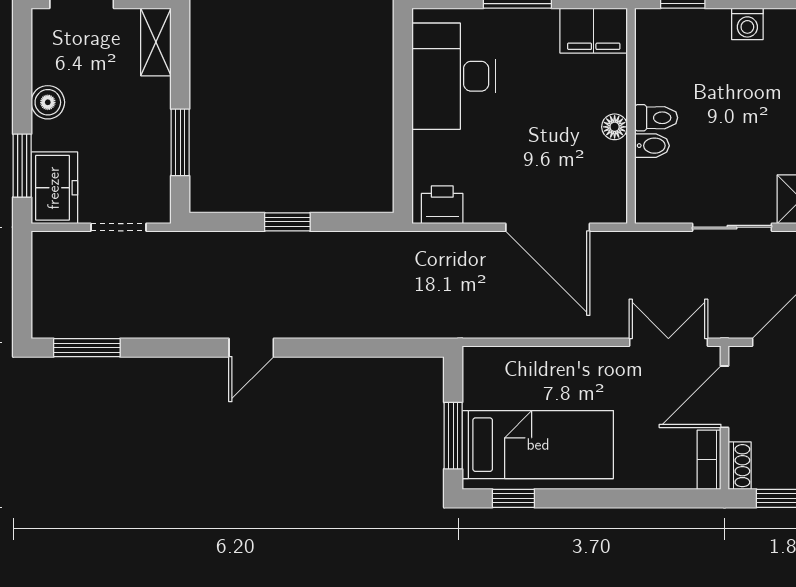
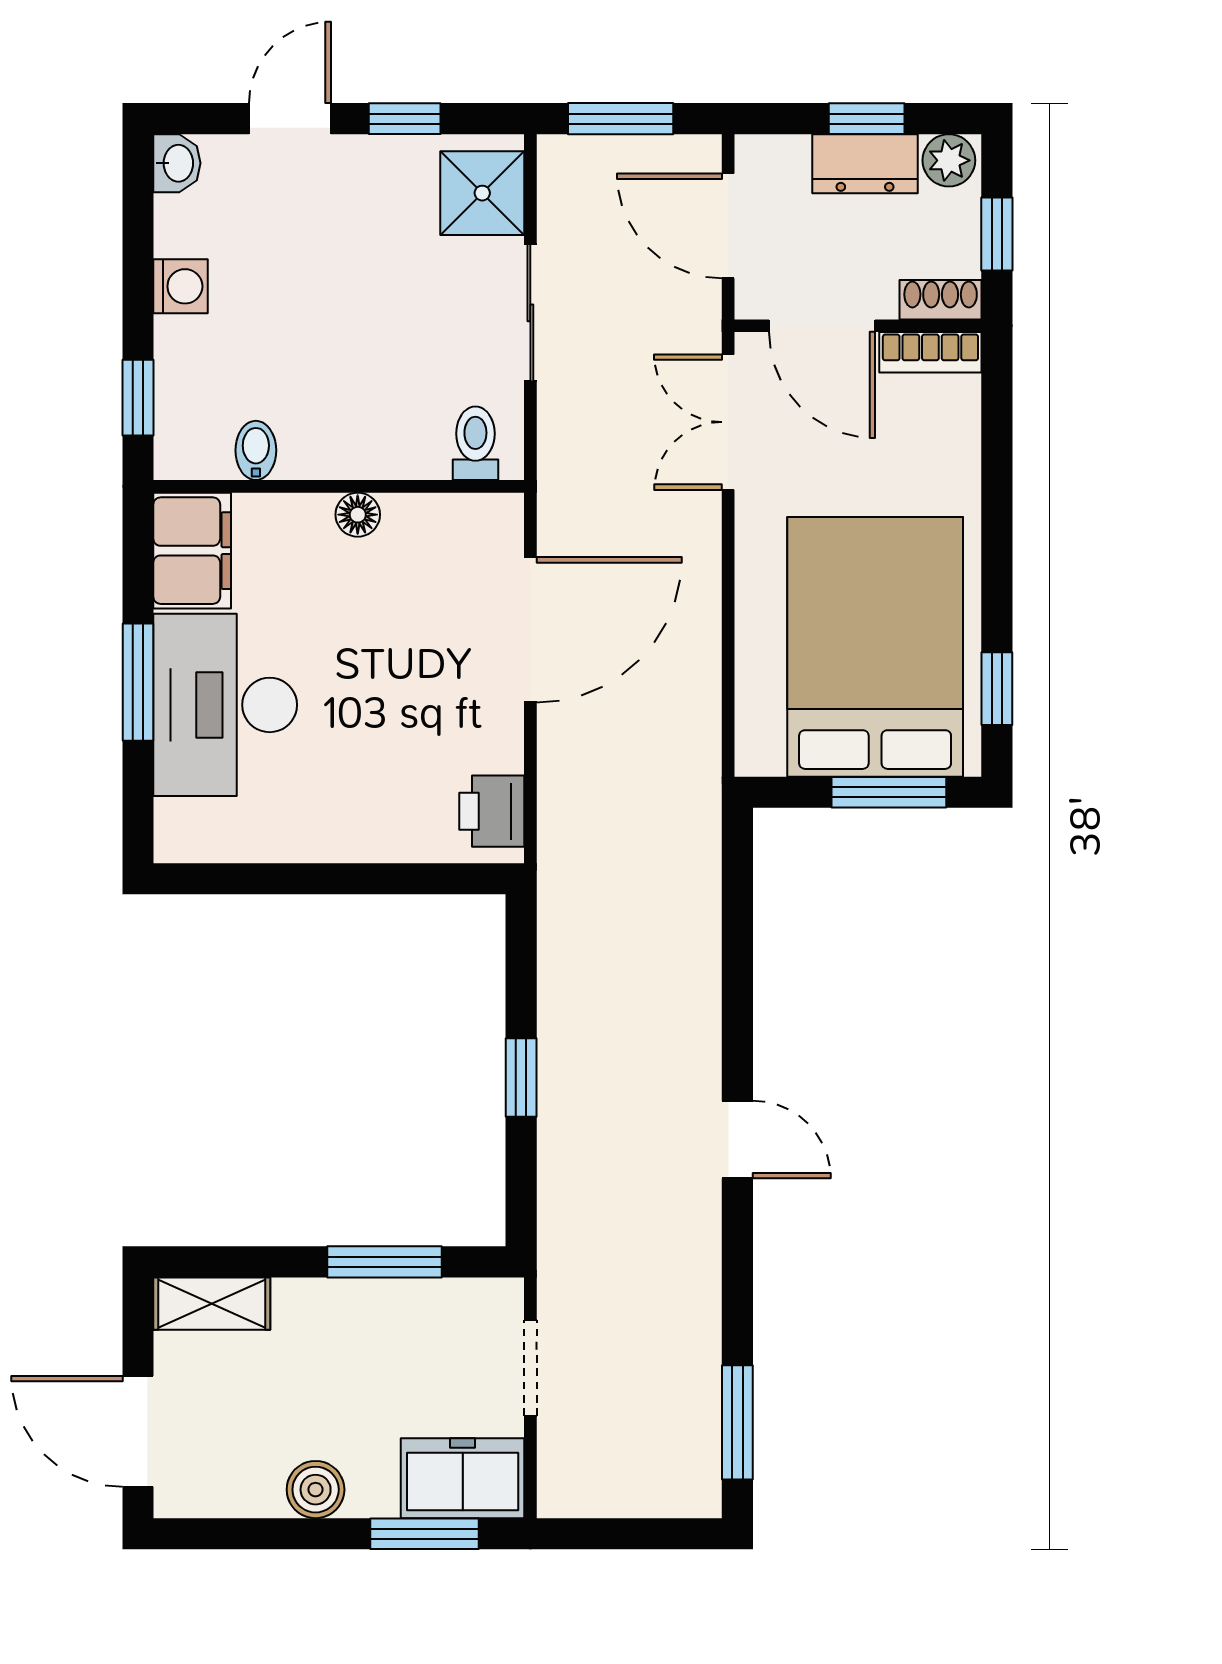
desk: (454, 76) -> (225, 705), moved, turned 90
toilet: (656, 118) -> (475, 443), moved
bidet: (652, 146) -> (256, 450), moved
bed: (538, 445) -> (875, 647), width x1.50

